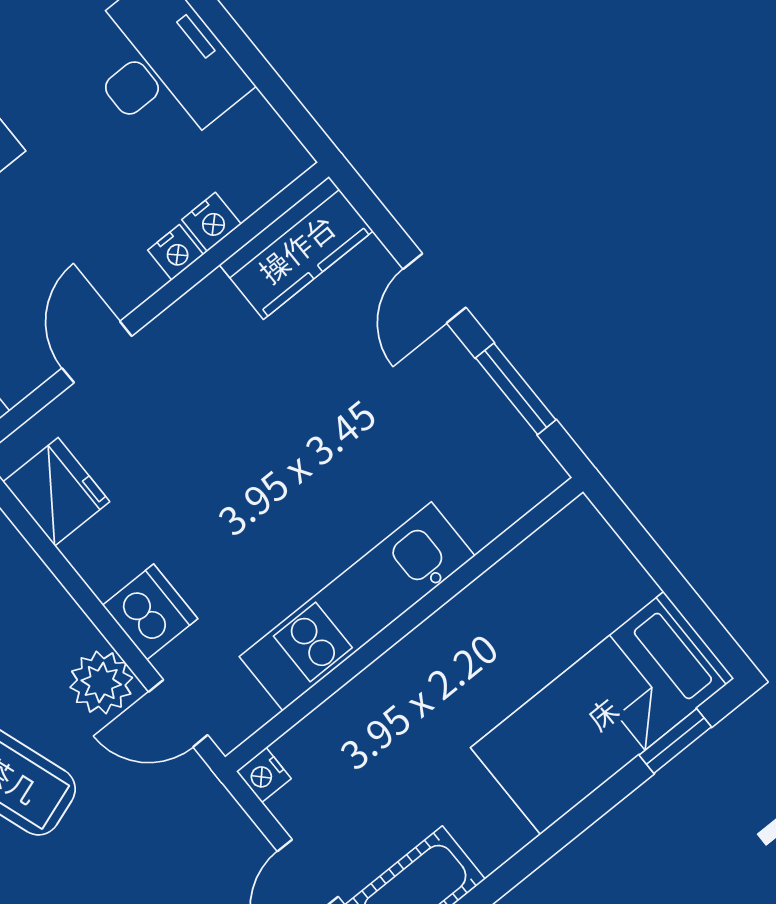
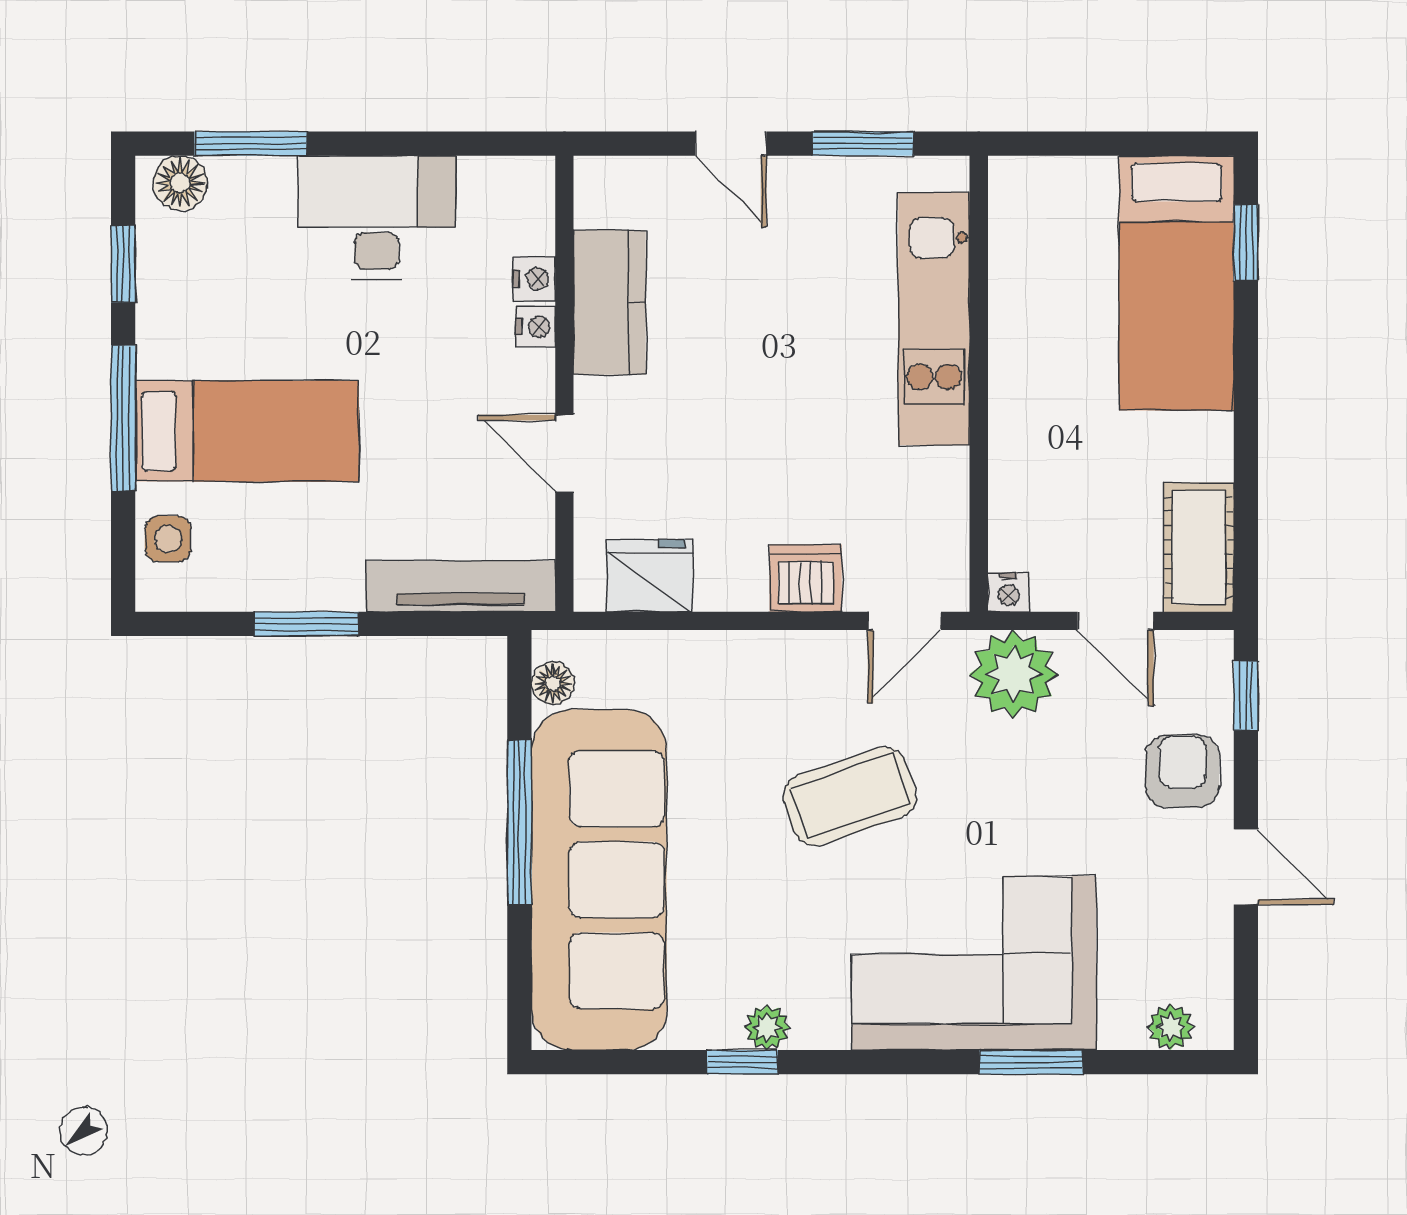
kitchen counter: (296, 248) -> (610, 302), moved
kitchen unit: (357, 606) -> (934, 319), moved
plant: (101, 682) -> (1014, 674), moved, width x1.36, depth x1.36

